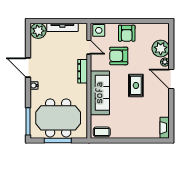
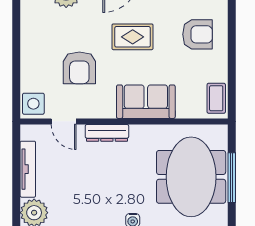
armchair: (127, 33) -> (198, 34), moved
door: (89, 47) -> (64, 121), swing flipped
sofa: (100, 93) -> (146, 102), width x0.73

